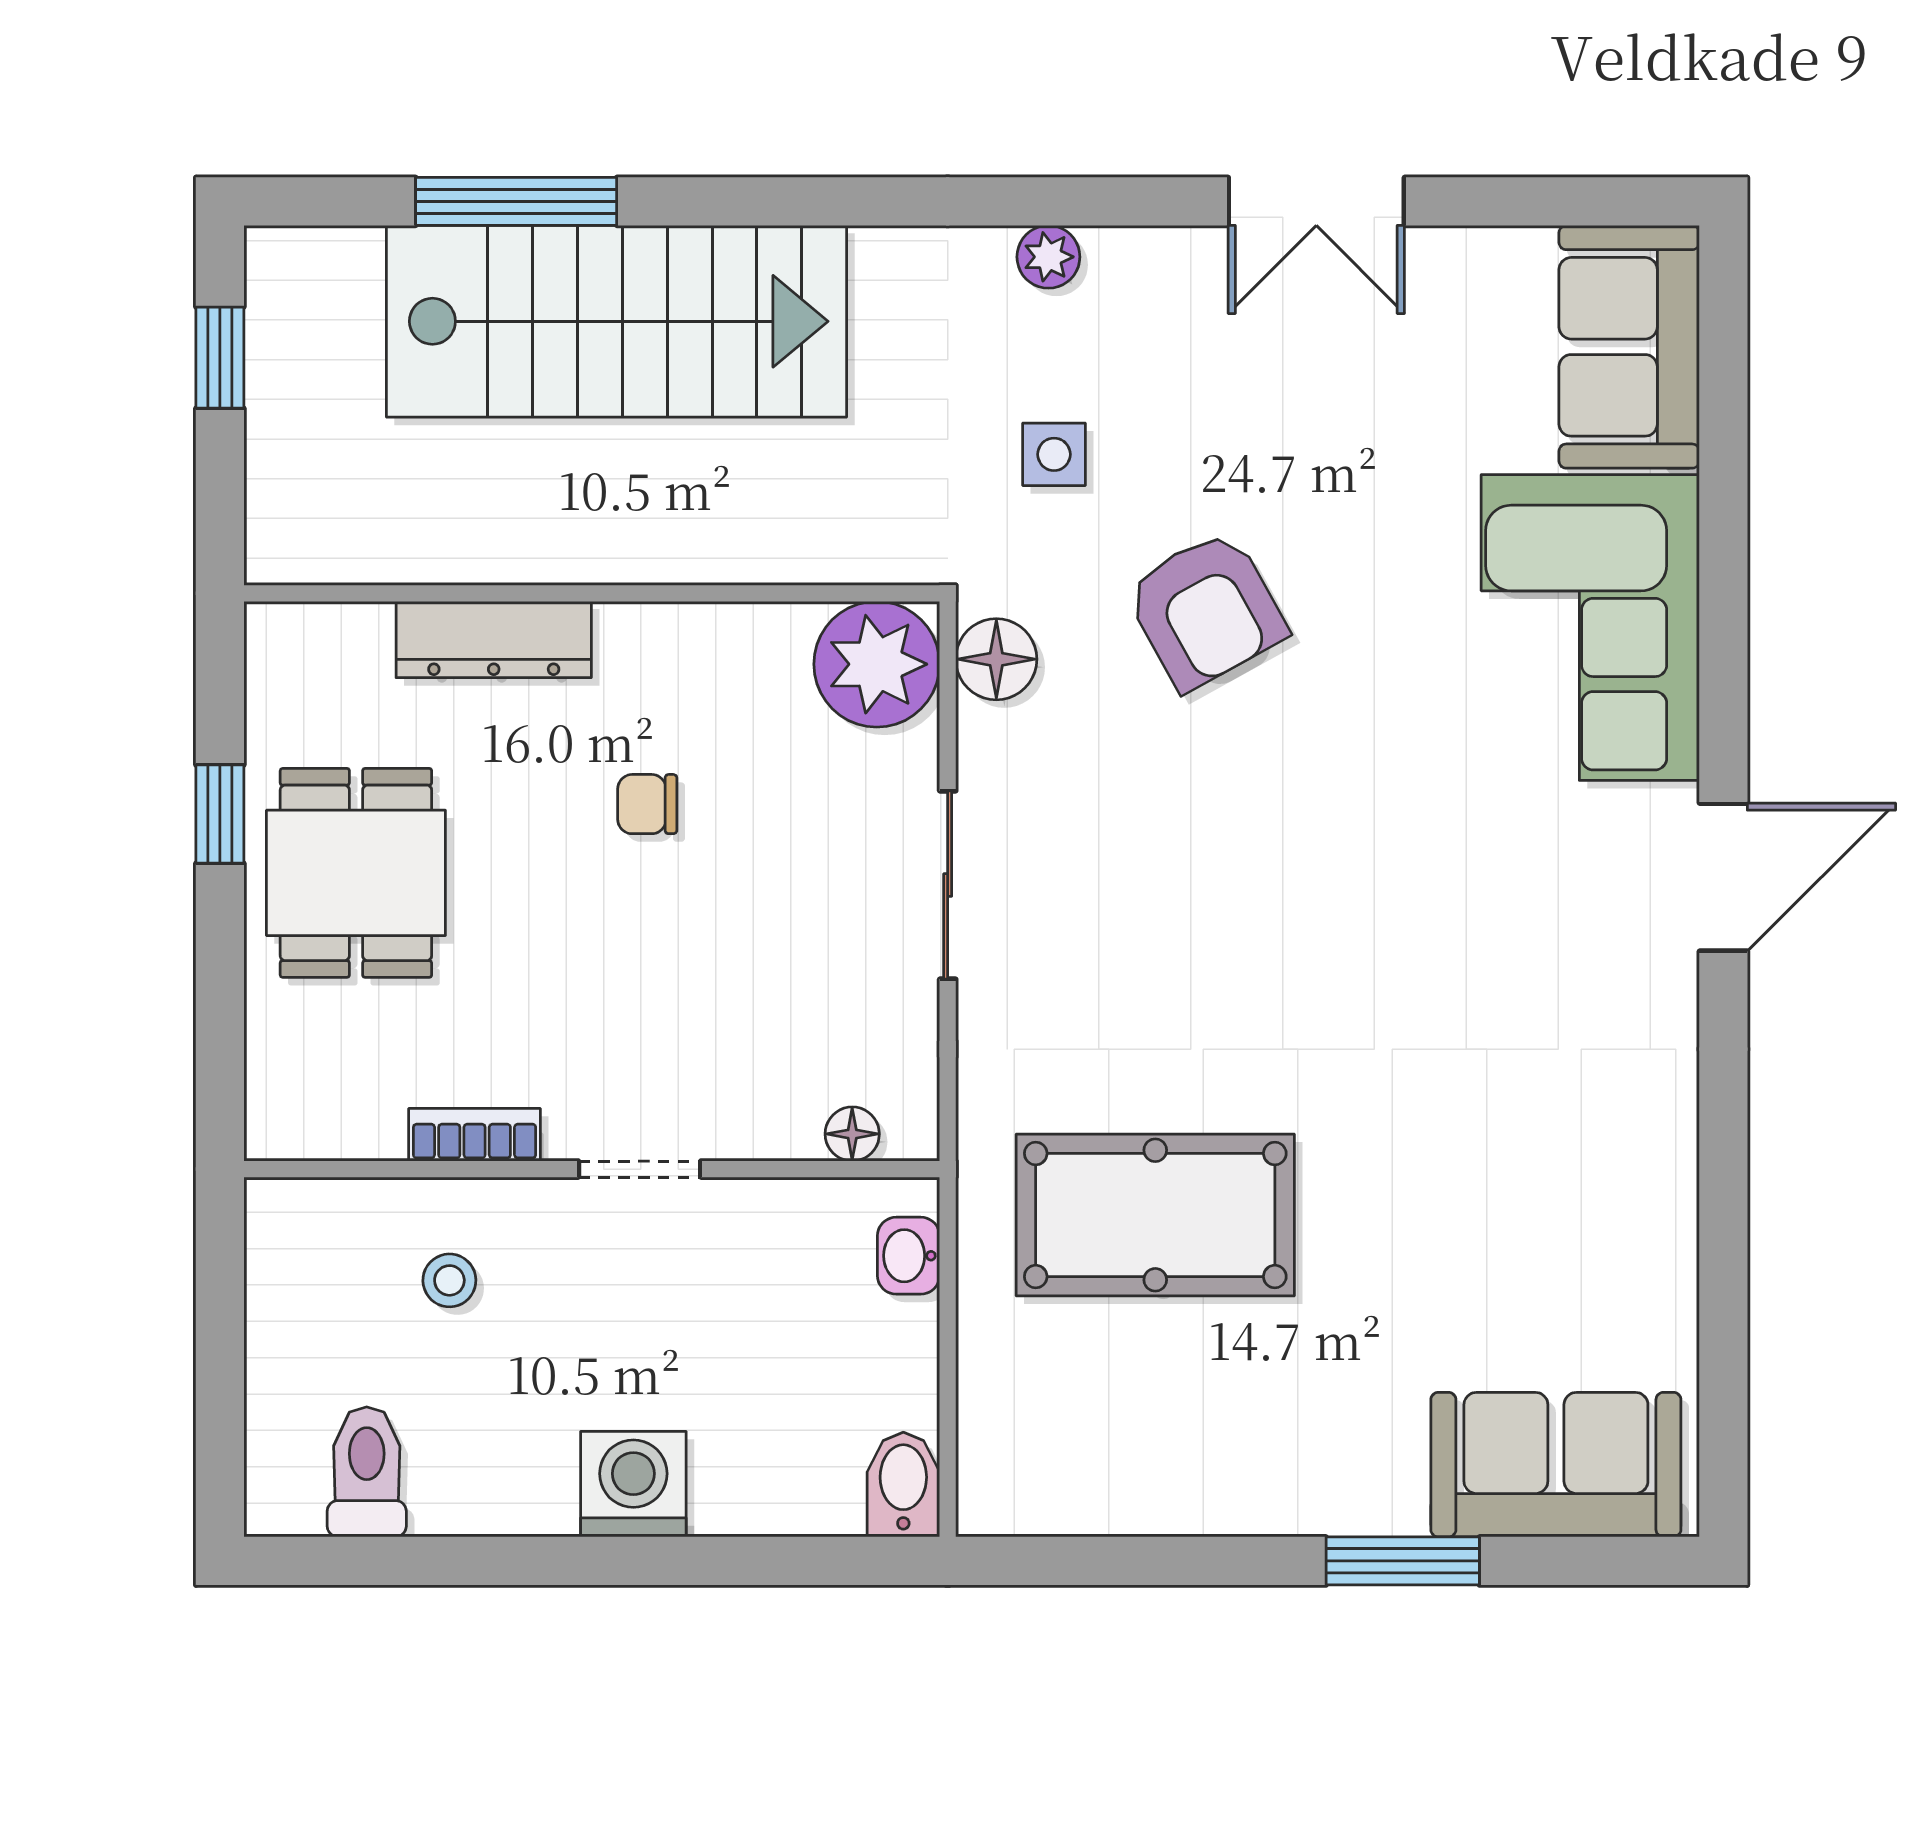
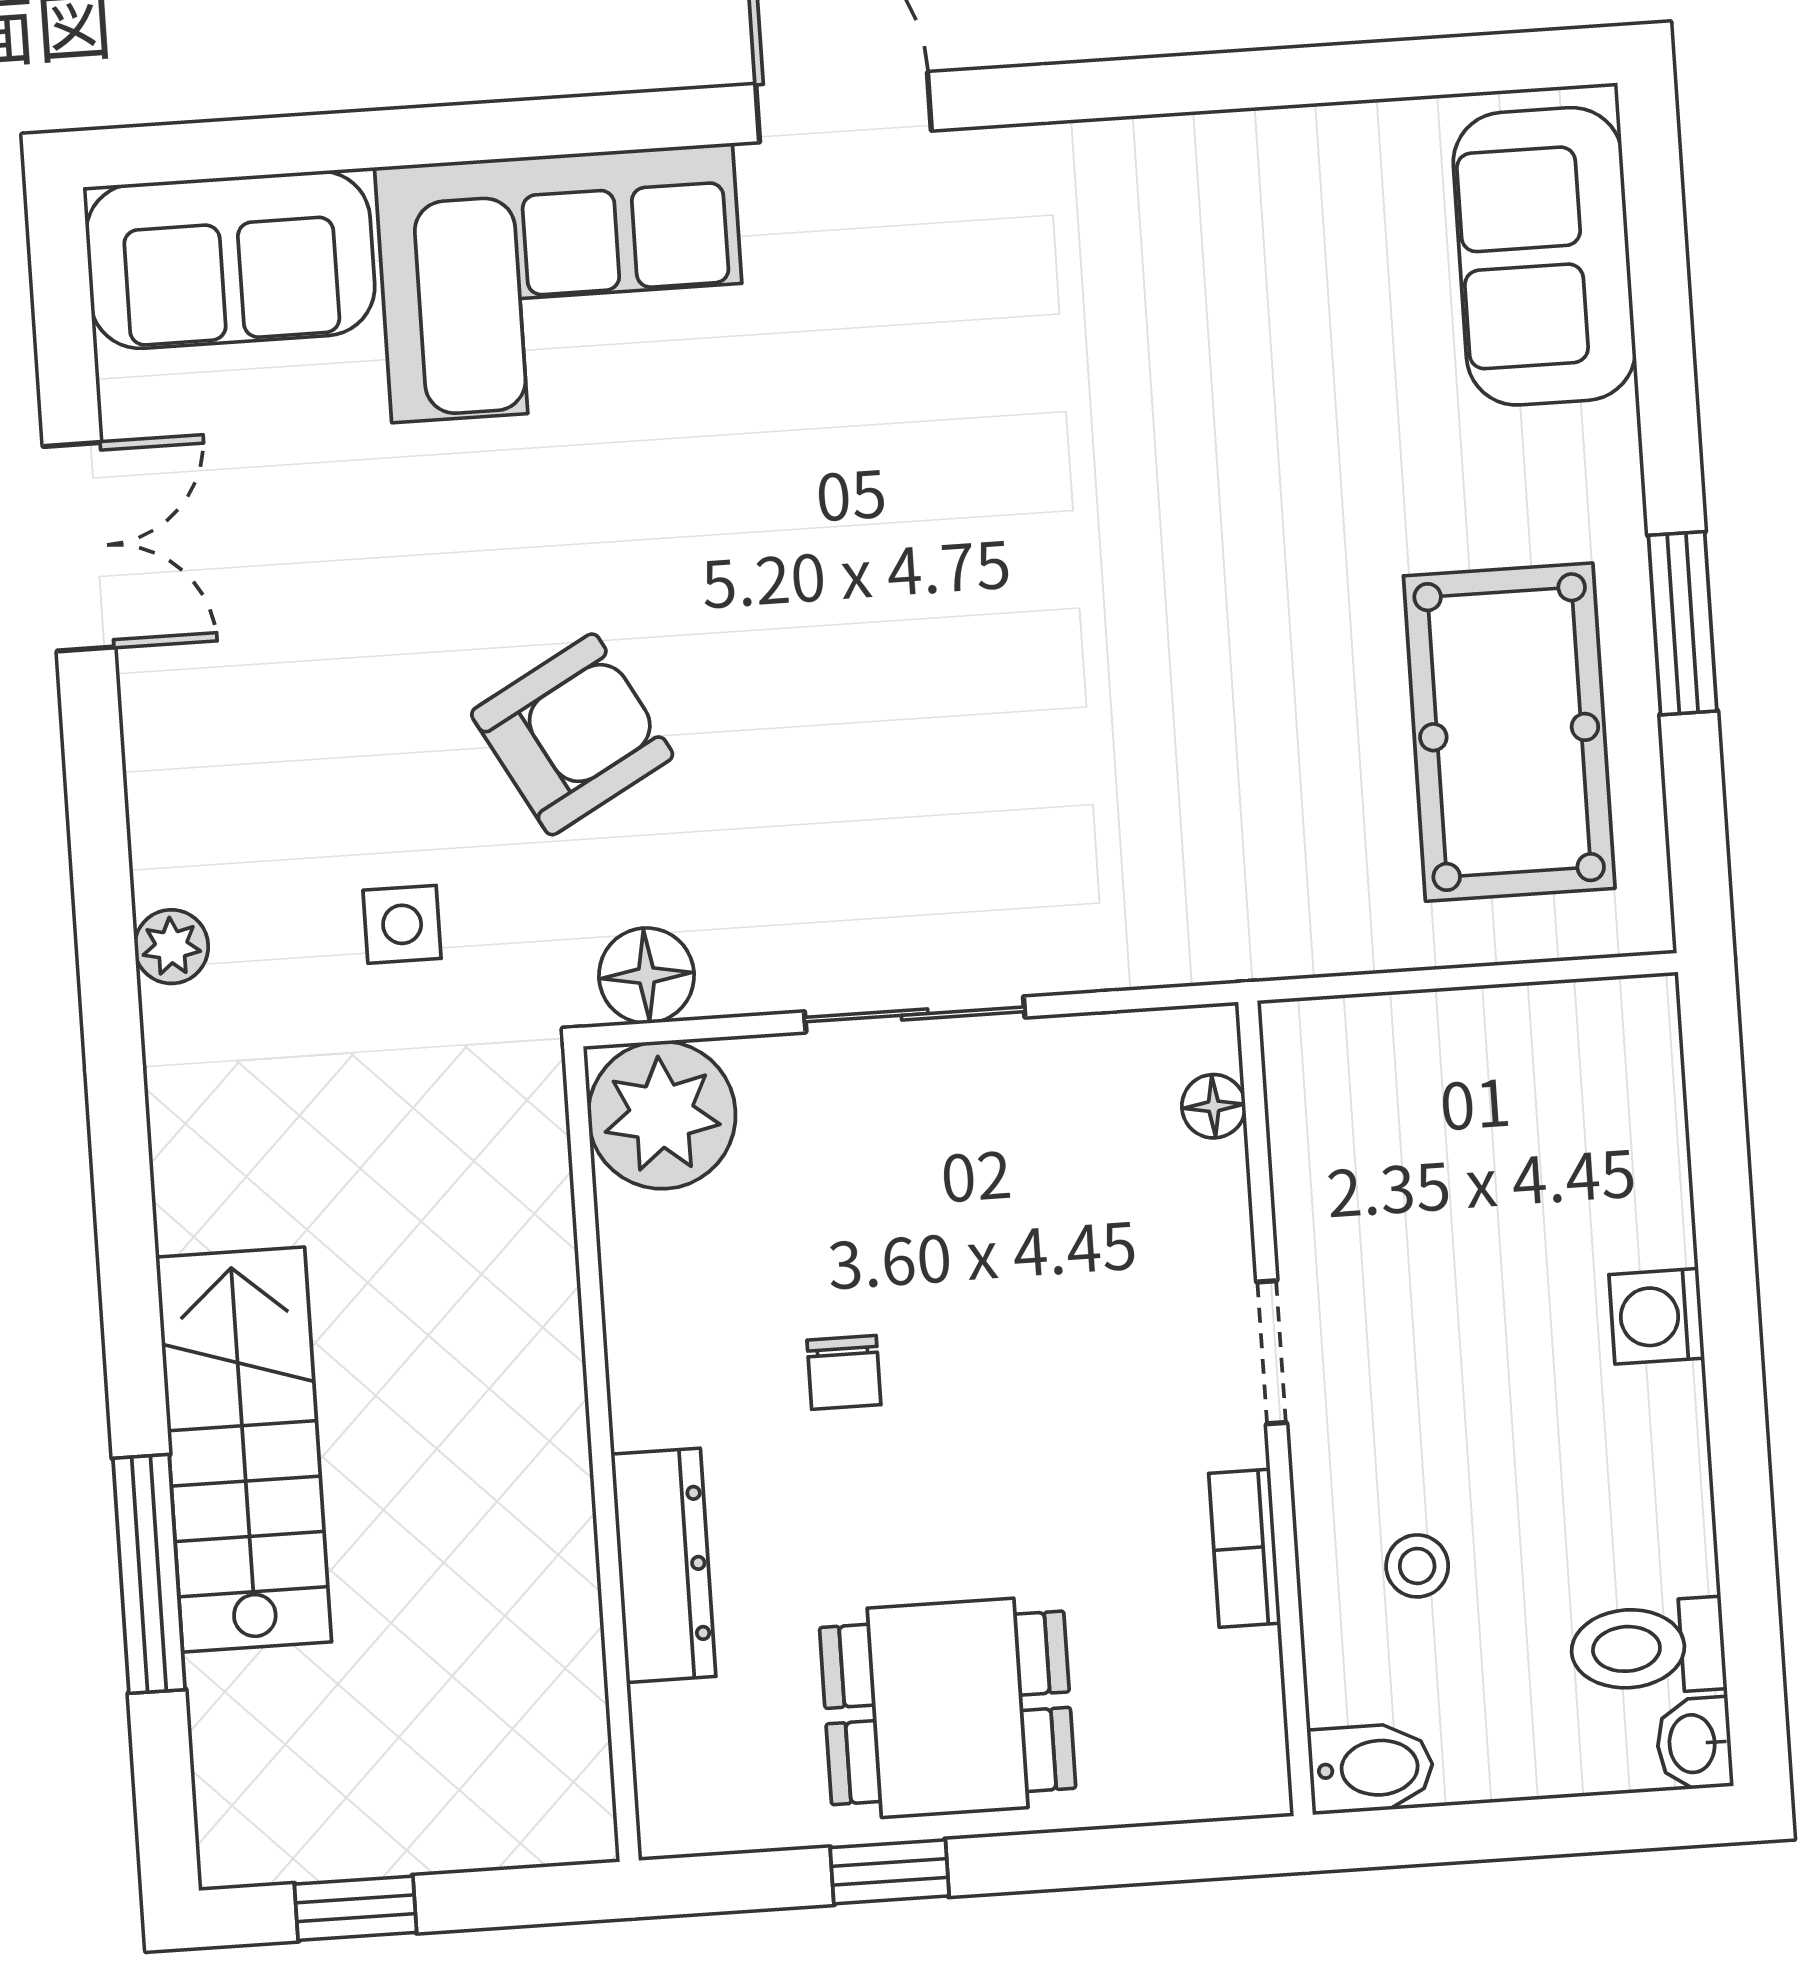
double door: (1316, 201) -> (79, 547), moved
stairs: (617, 321) -> (244, 1450), width x0.73, depth x0.66
pool table: (1155, 1215) -> (1509, 732), moved
washbasin: (909, 1256) -> (1694, 1744), moved, turned 90
washing machine: (633, 1484) -> (1657, 1316), width x0.73, depth x0.73
bidet: (903, 1485) -> (1371, 1768), moved, turned 180
window: (1403, 1561) -> (1683, 623), moved

